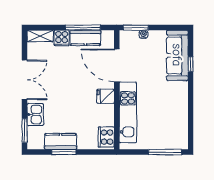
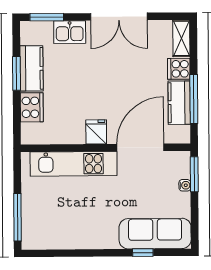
cooker: (106, 137) -> (32, 107), moved, turned 90

